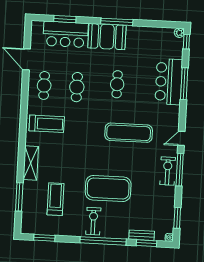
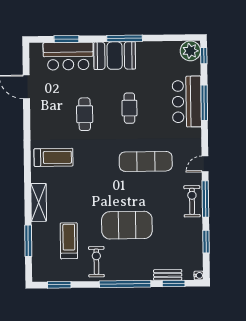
plant: (179, 33) -> (190, 51), width x1.87, depth x1.87
cafe table: (44, 85) -> (48, 115), removed
window: (177, 218) -> (206, 242), moved
exercise bike: (93, 221) -> (96, 262), moved

